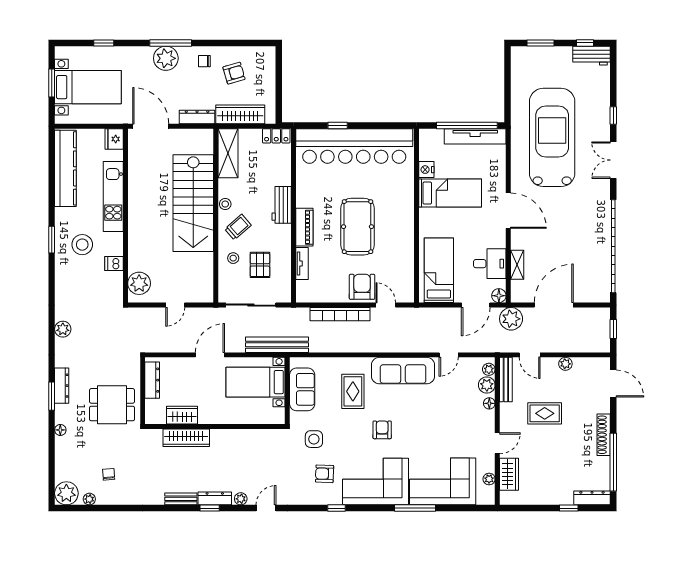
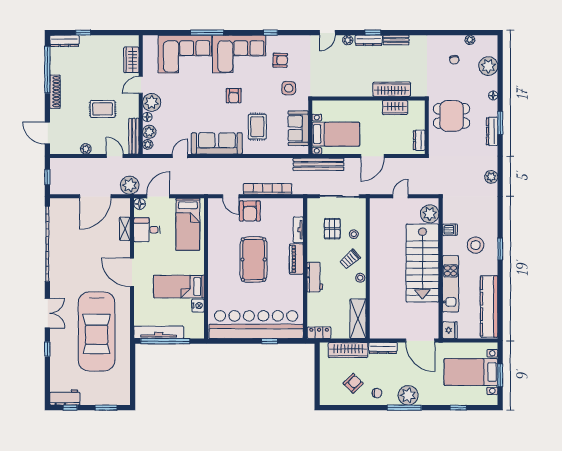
armchair: (234, 73) -> (353, 383), turned 151
stairs: (193, 203) -> (422, 263), moved, turned 180
dresser: (152, 380) -> (419, 140), width x0.70
plant: (489, 479) -> (152, 102), moved, width x1.87, depth x1.87
plant: (66, 493) -> (488, 66), moved

